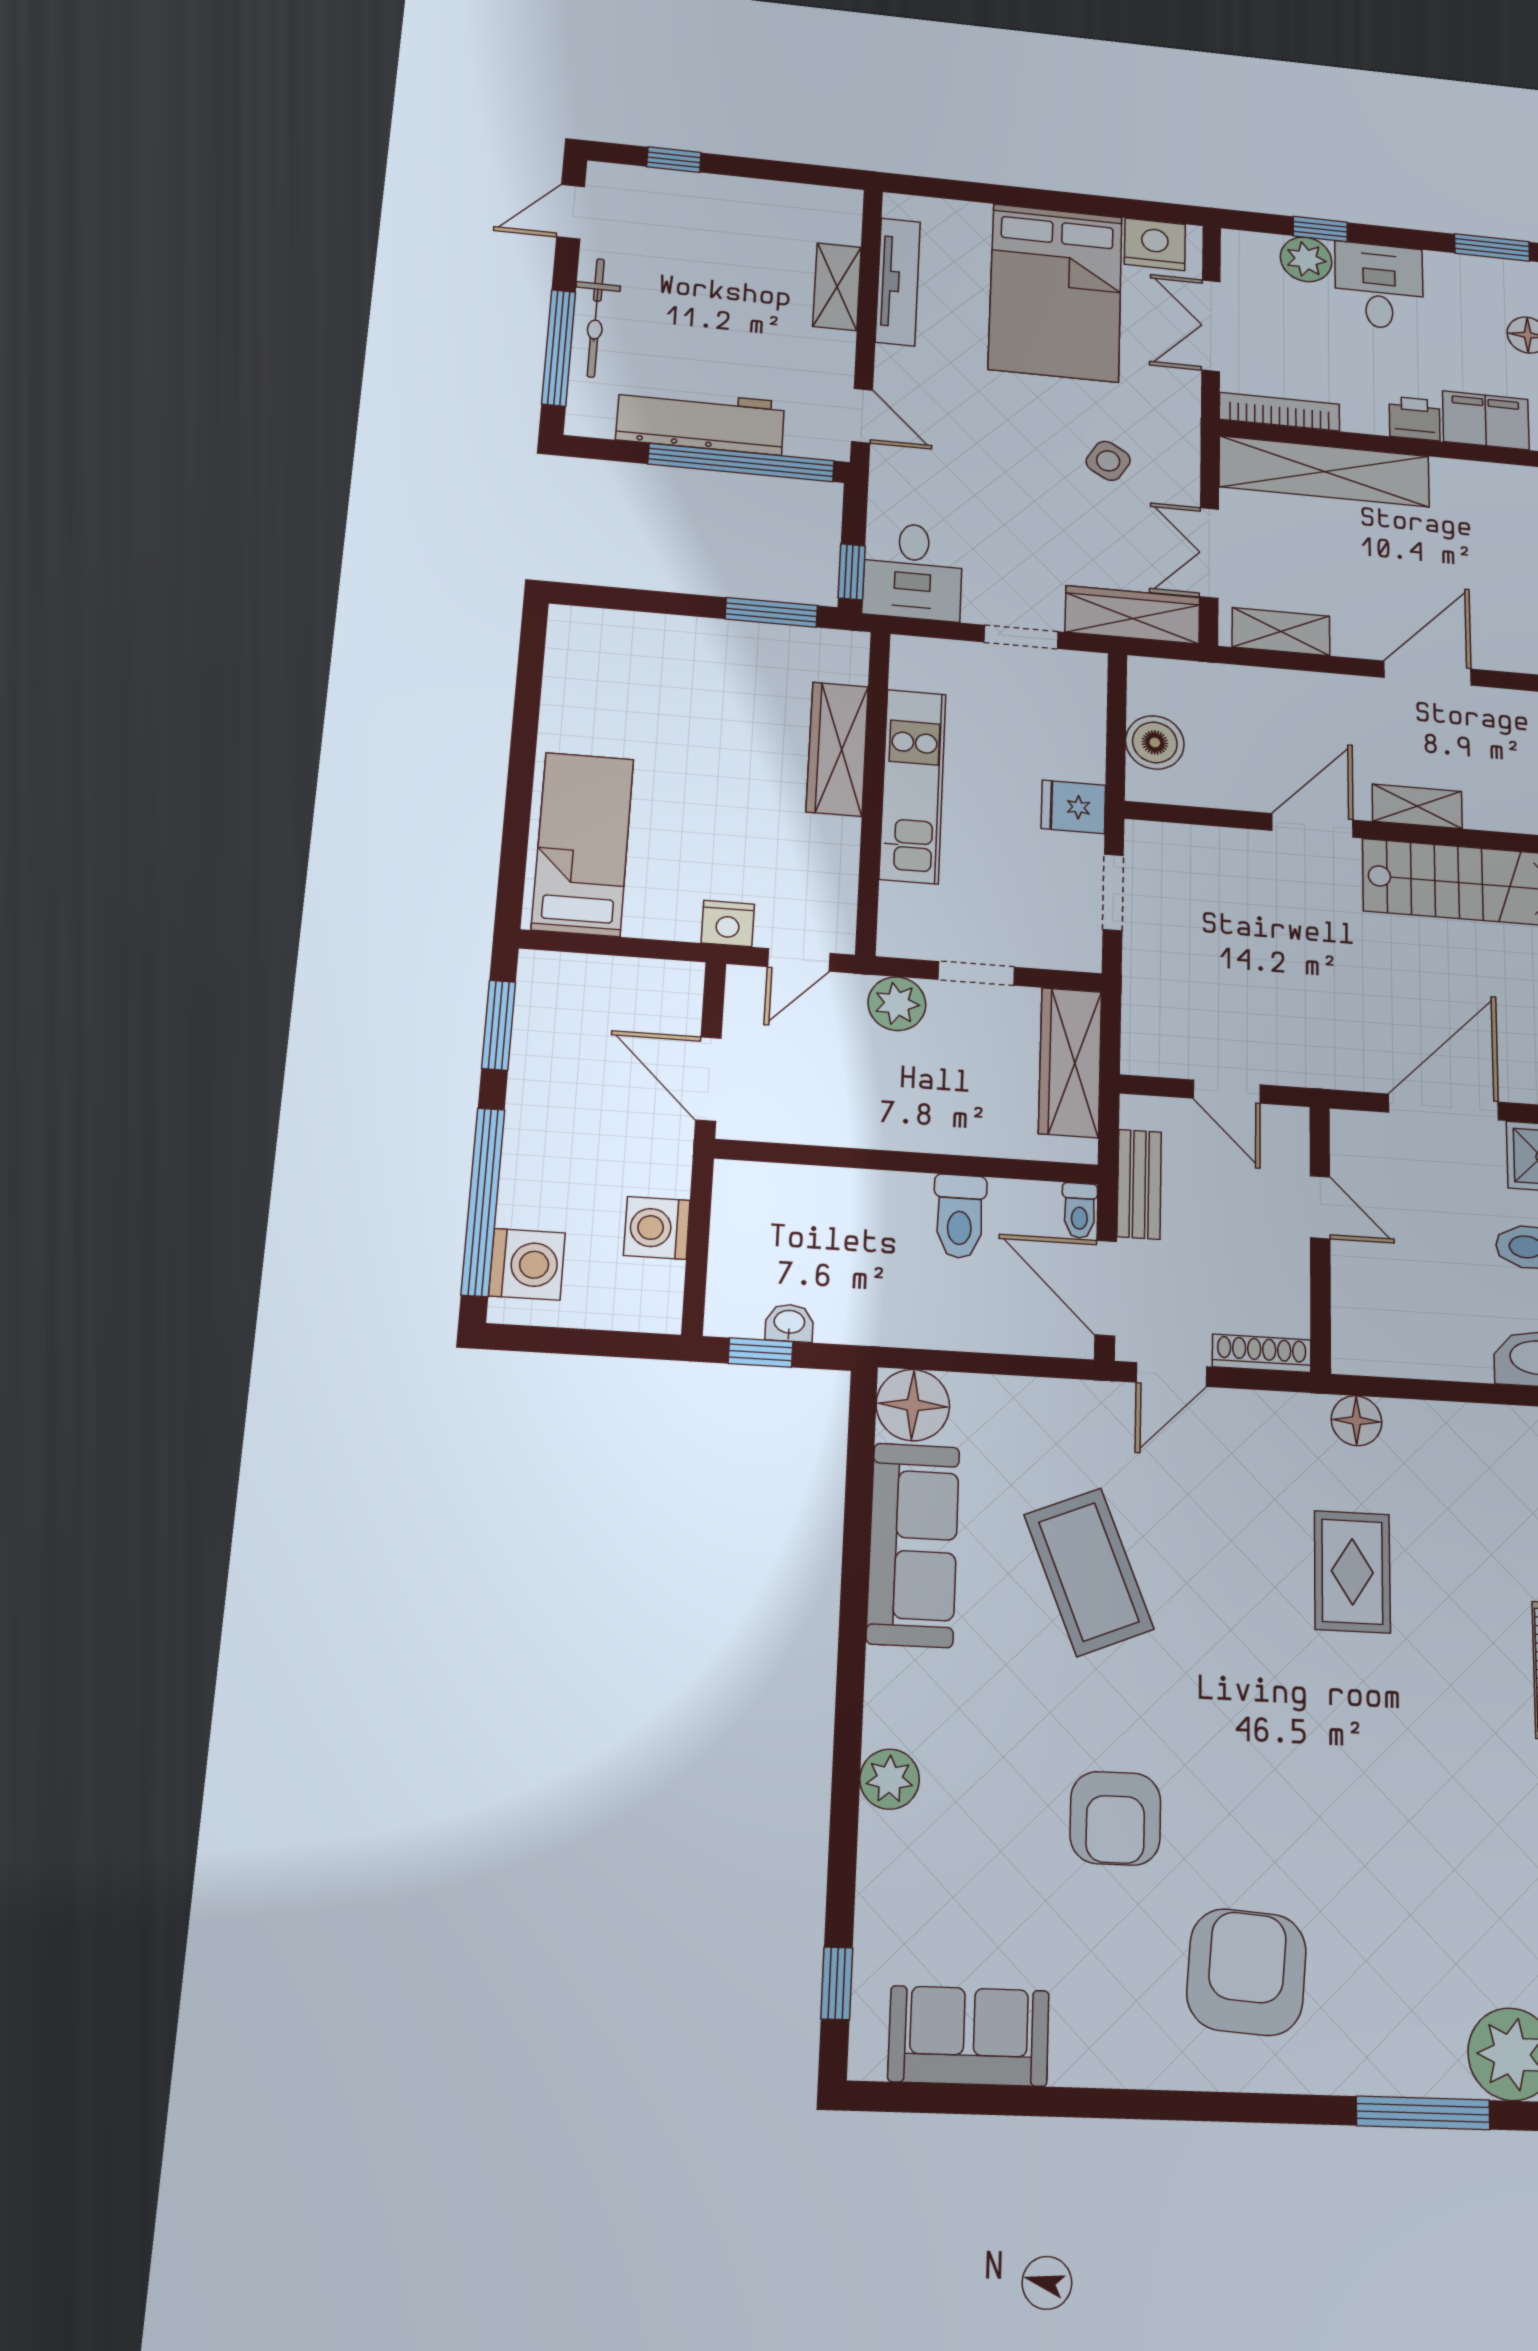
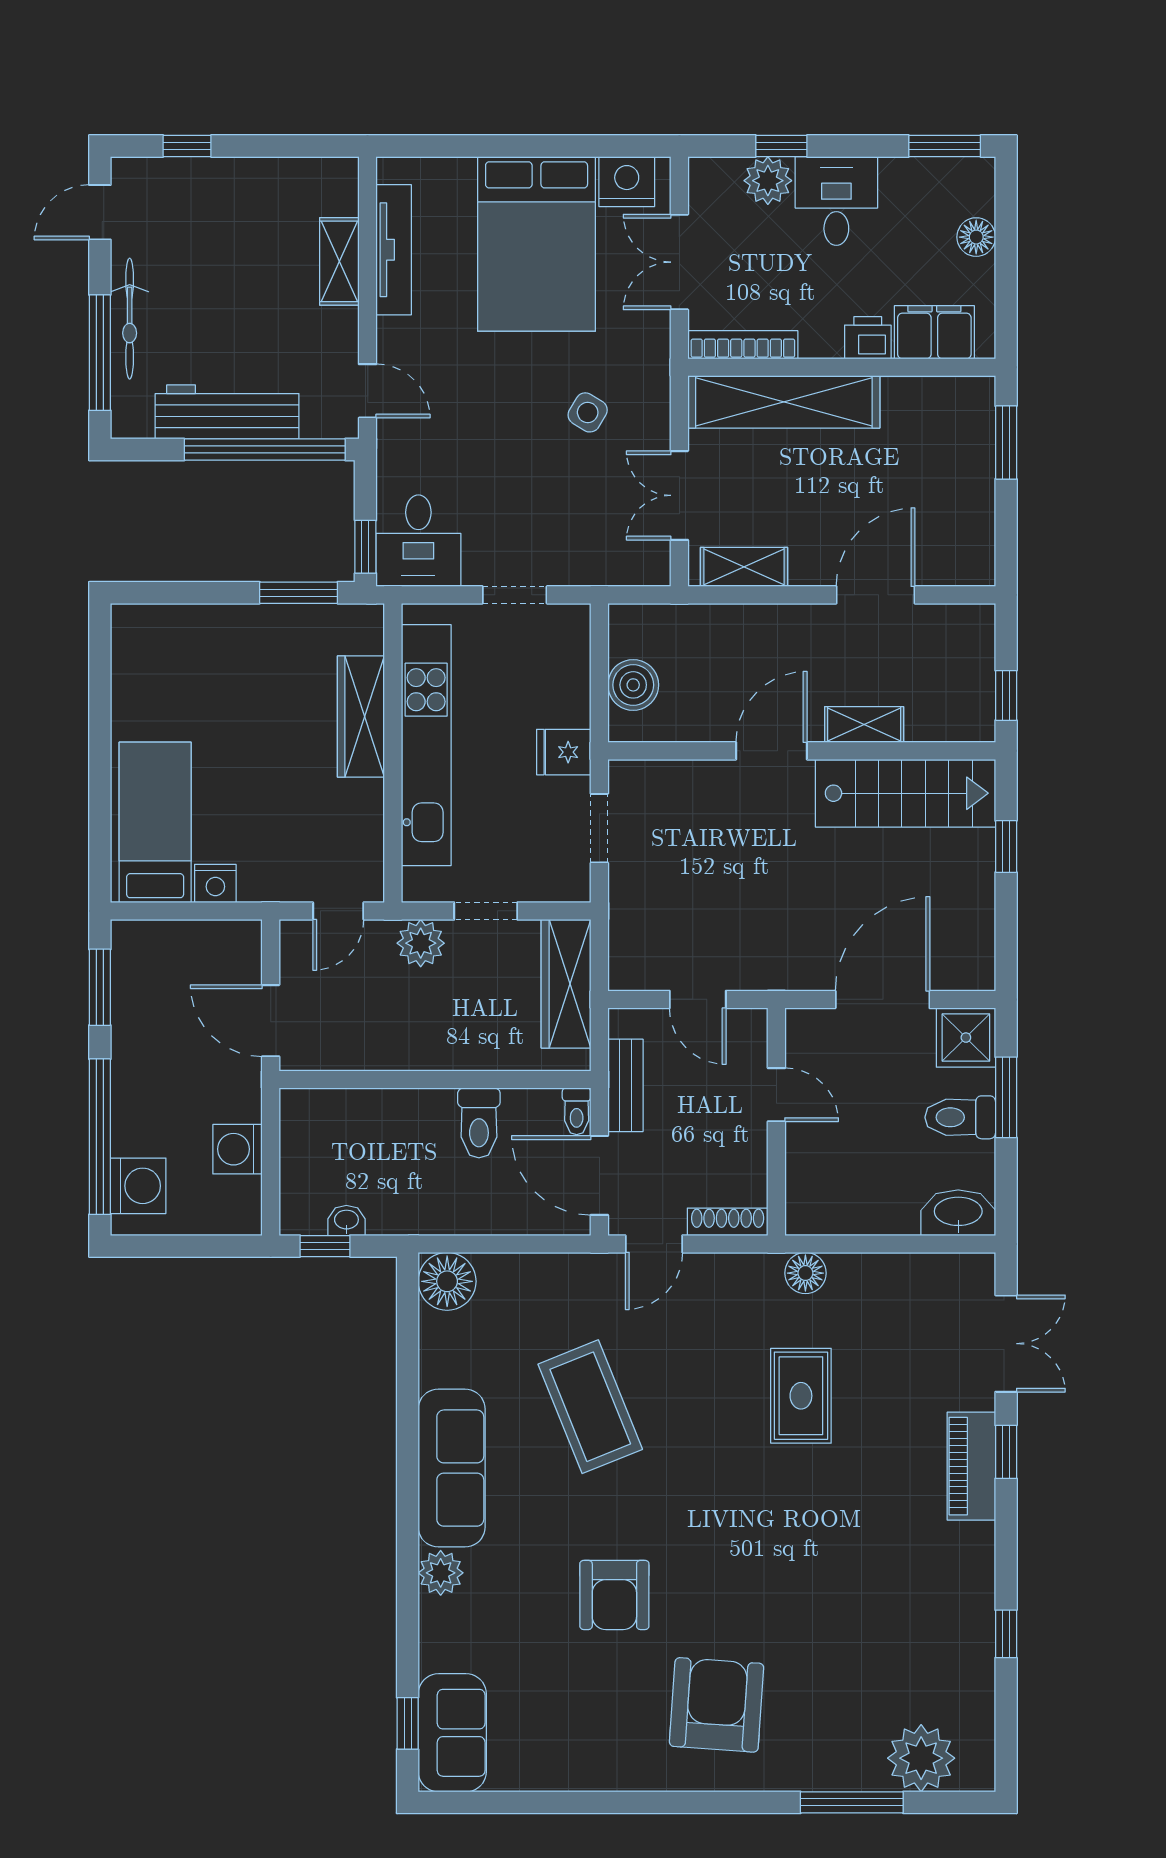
wardrobe: (1133, 615) -> (612, 564), removed
kitchen unit: (913, 786) -> (426, 745), width x1.36
nightstand: (728, 924) -> (215, 883), moved
sofa: (913, 1545) -> (452, 1468), moved
sofa: (969, 2036) -> (452, 1733), moved, turned 90

